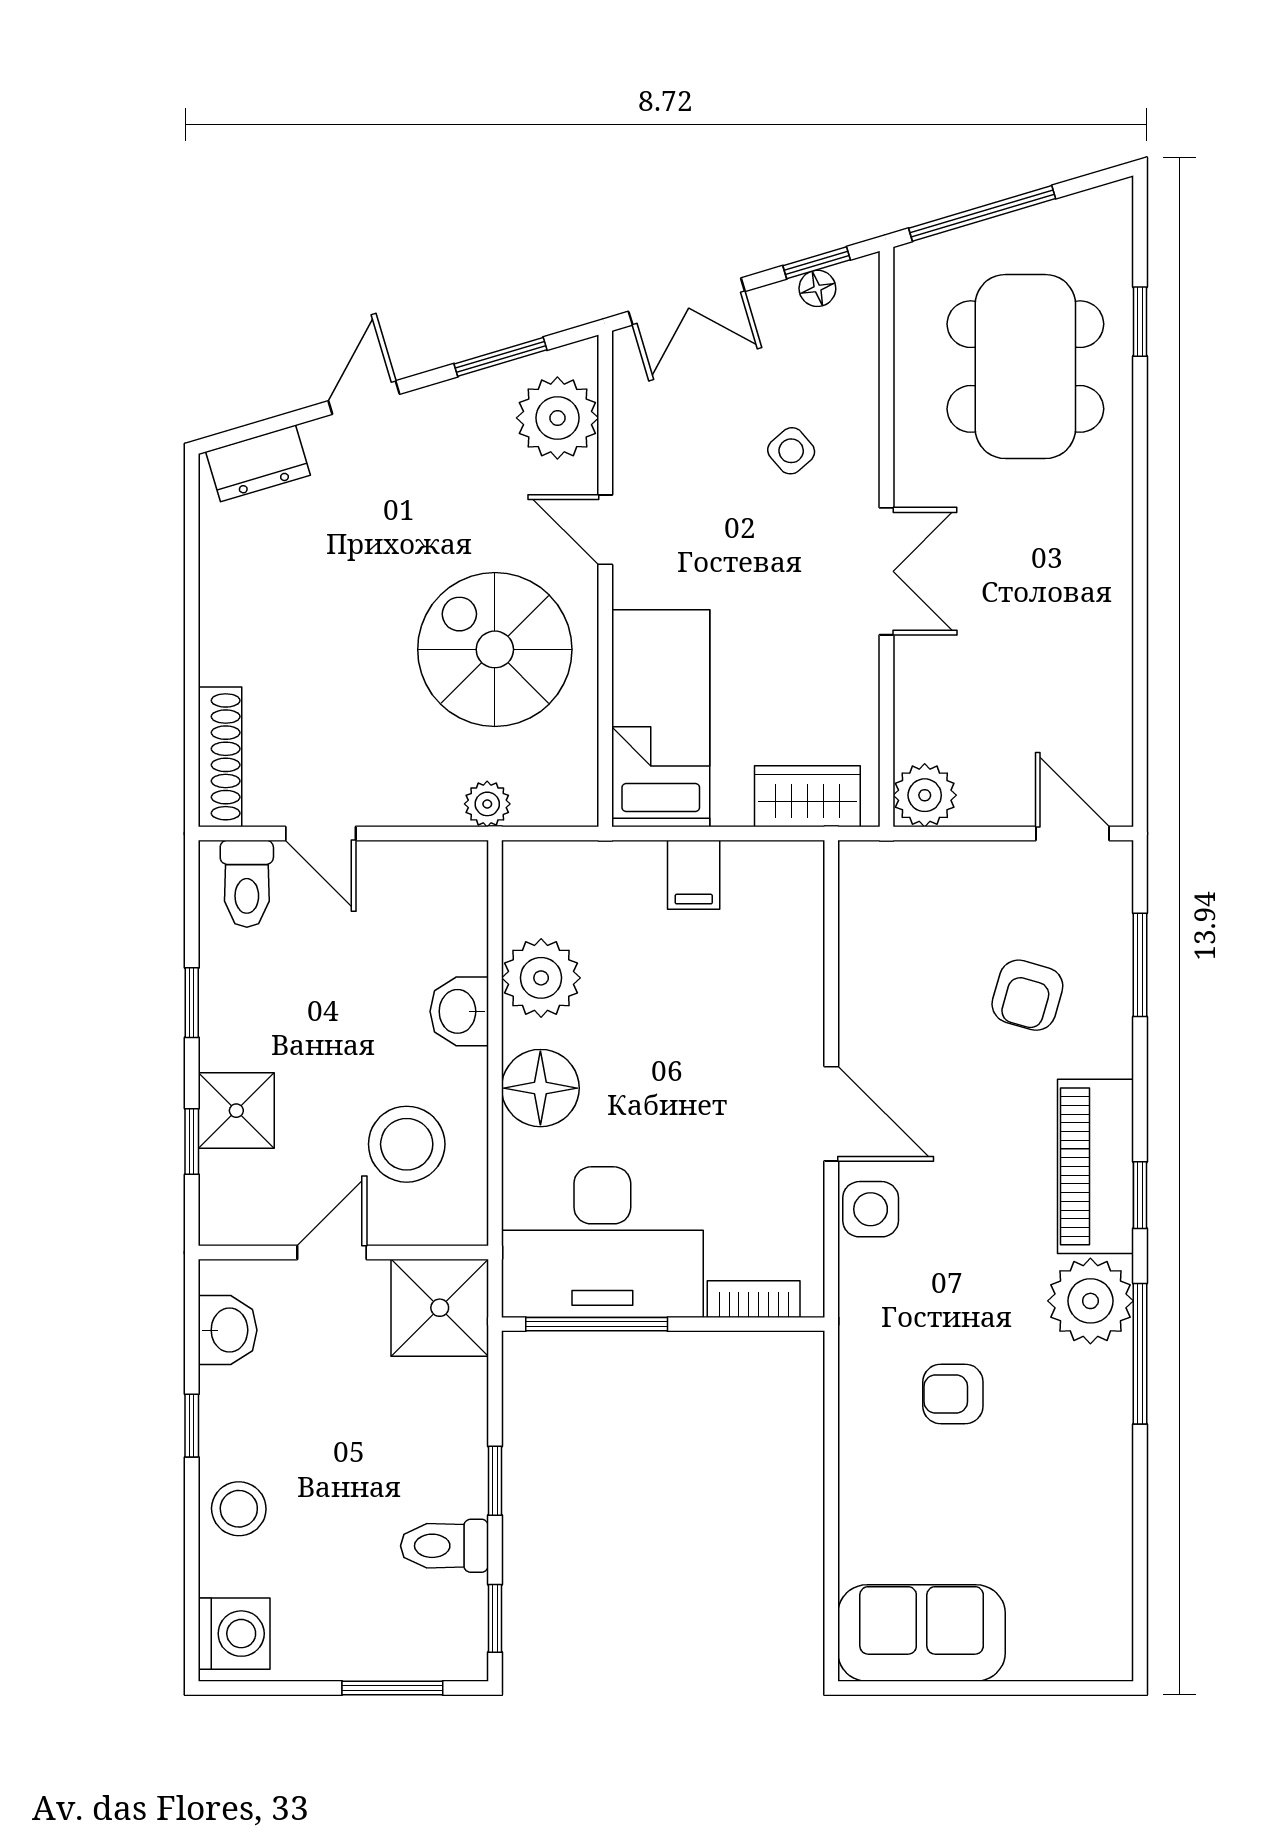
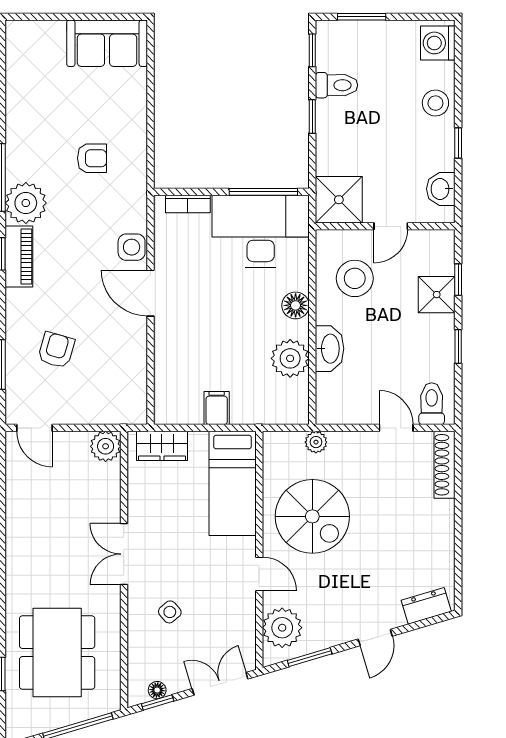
washbasin: (459, 1011) -> (329, 349), width x1.38
floor lamp: (540, 1088) -> (296, 305), width x0.73, depth x0.73
piano: (1095, 1166) -> (19, 256), width x0.73, depth x0.75

